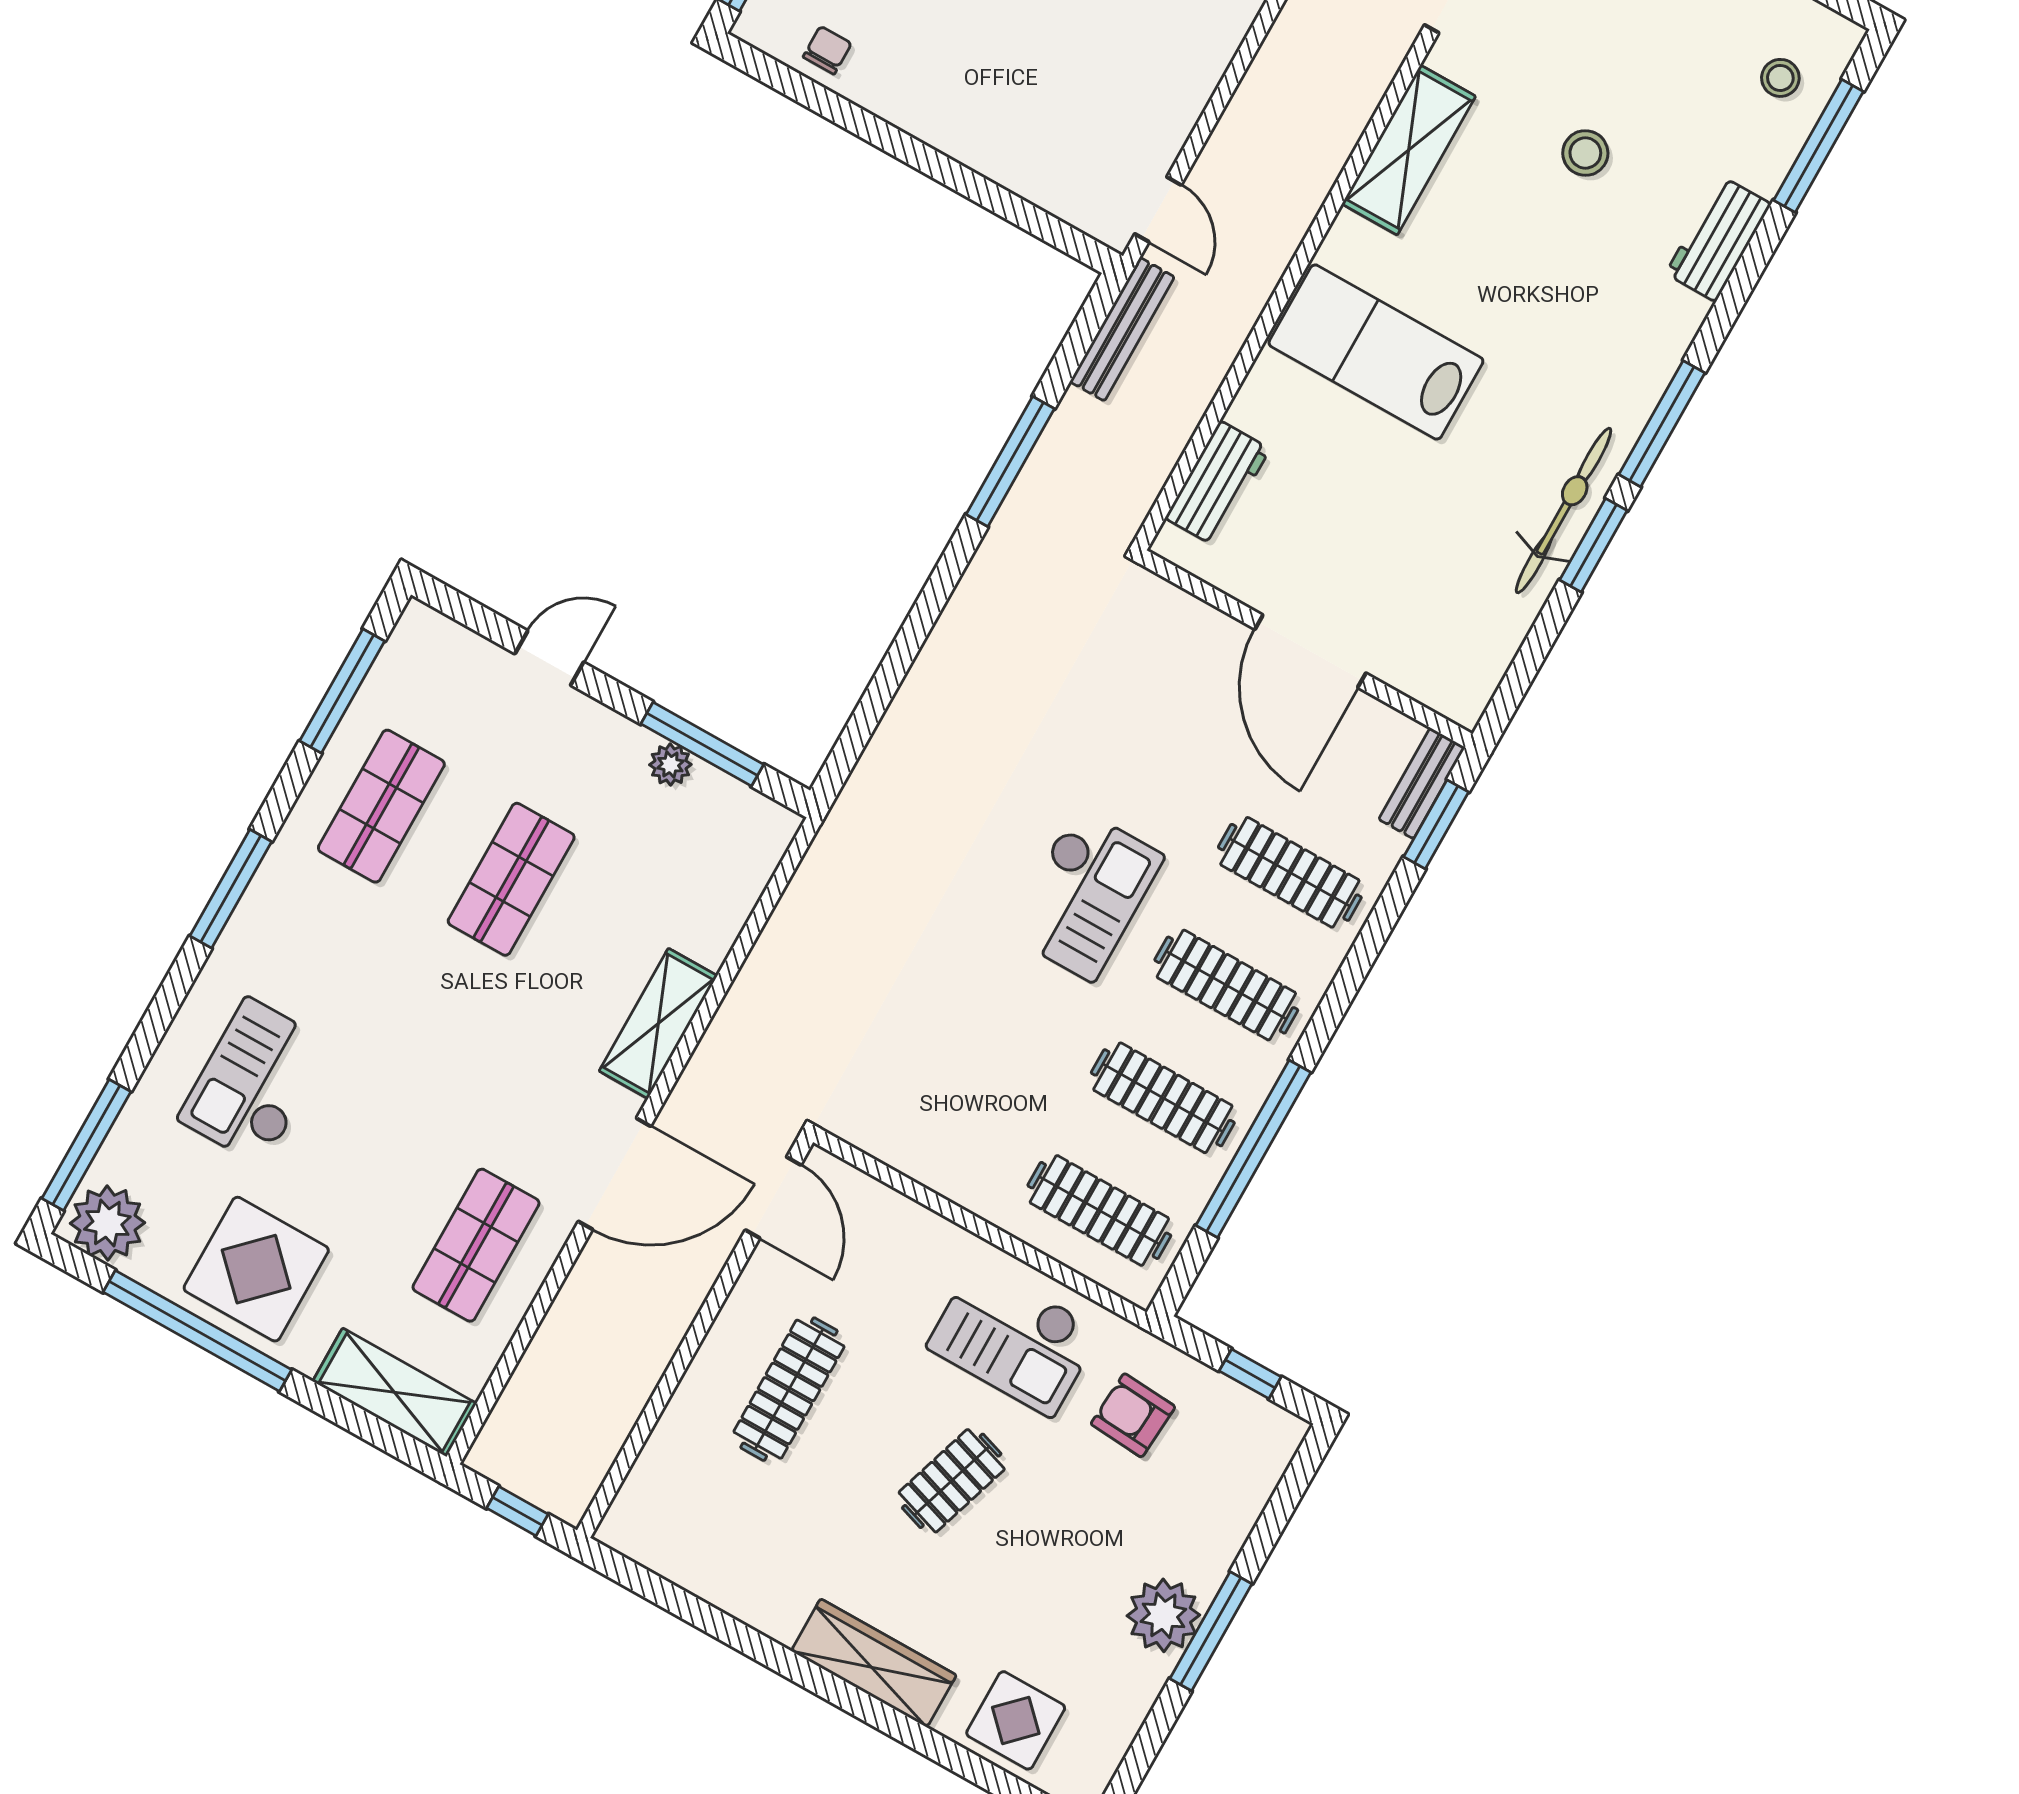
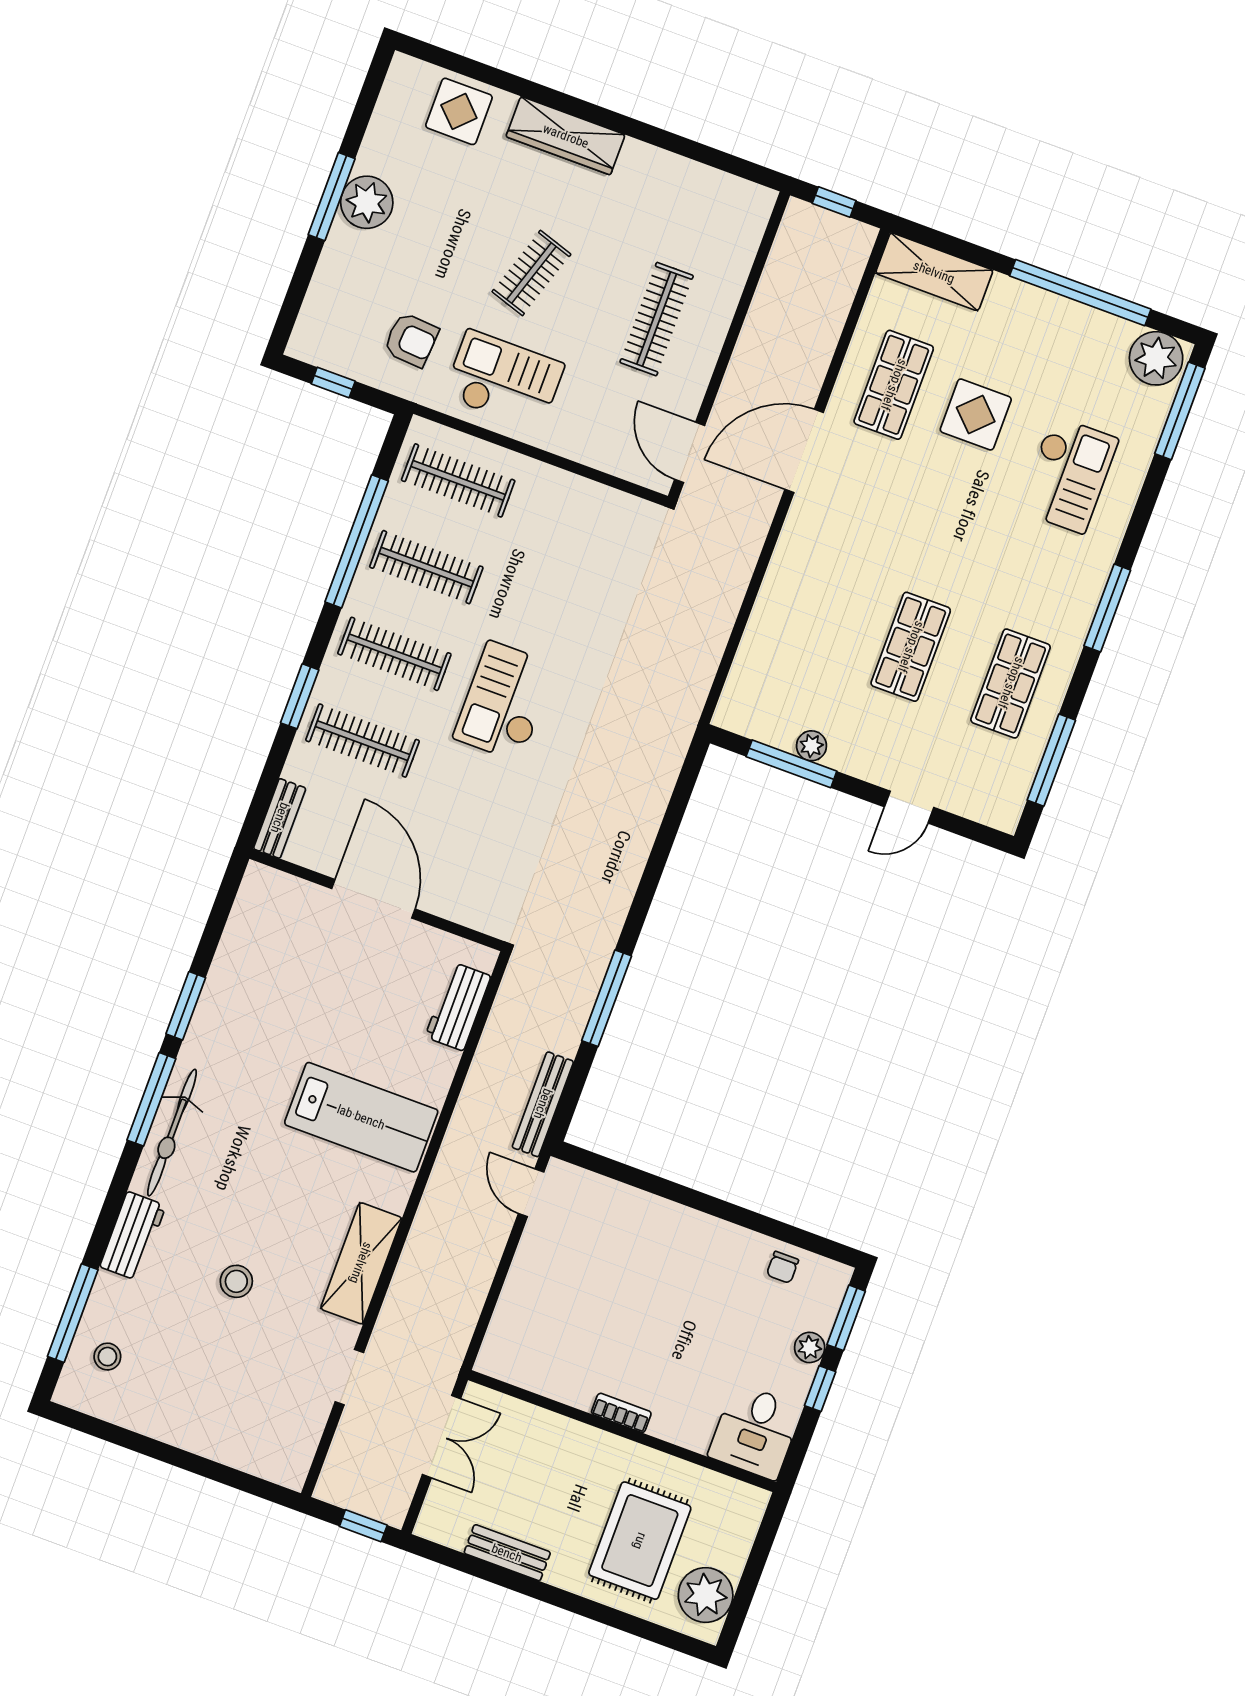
bicycle: (1564, 511) -> (172, 1133), moved
window: (1436, 824) -> (300, 696), moved
shelving: (658, 1023) -> (791, 562), removed
display table: (256, 1269) -> (976, 414), moved, width x0.73, depth x0.73

